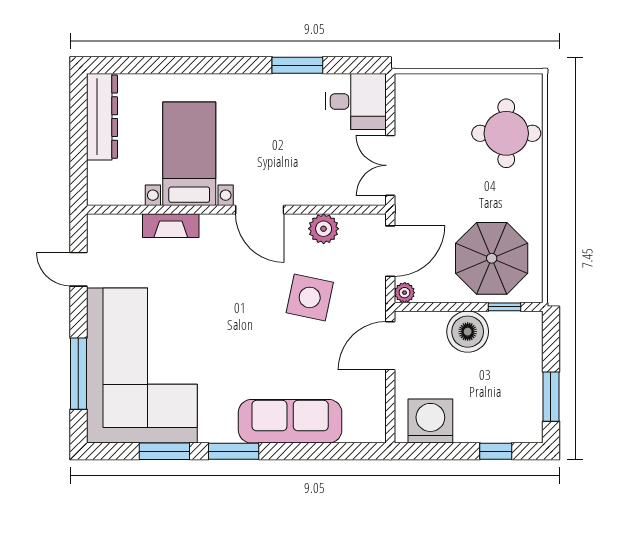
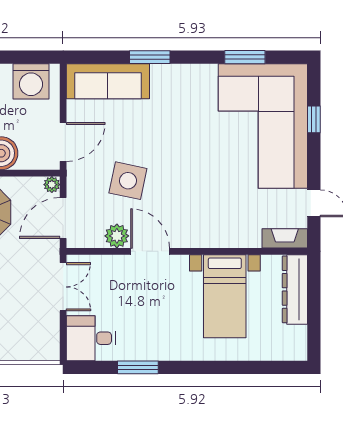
dresser: (102, 117) -> (295, 289), moved
door: (260, 210) -> (150, 251), moved
fireplace: (171, 226) -> (285, 238), moved
window: (78, 374) -> (314, 119), width x0.46
sofa: (290, 421) -> (108, 81), moved
window: (234, 451) -> (150, 57), moved

